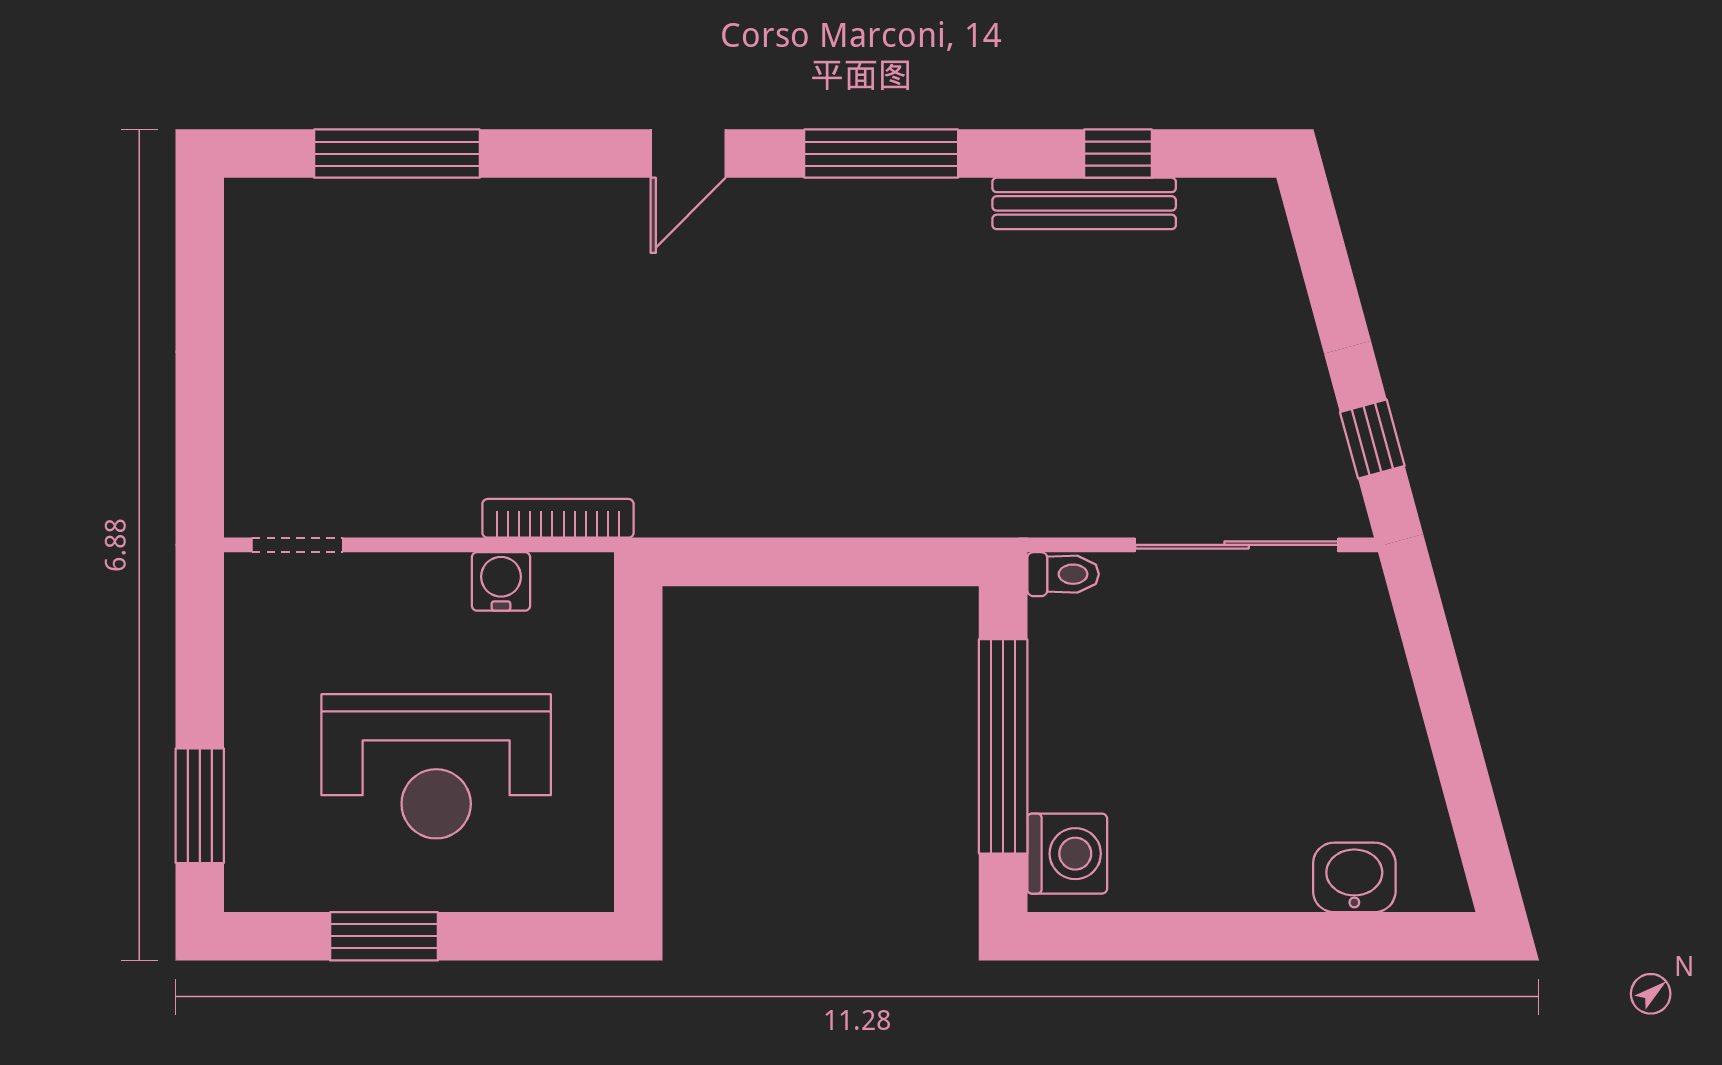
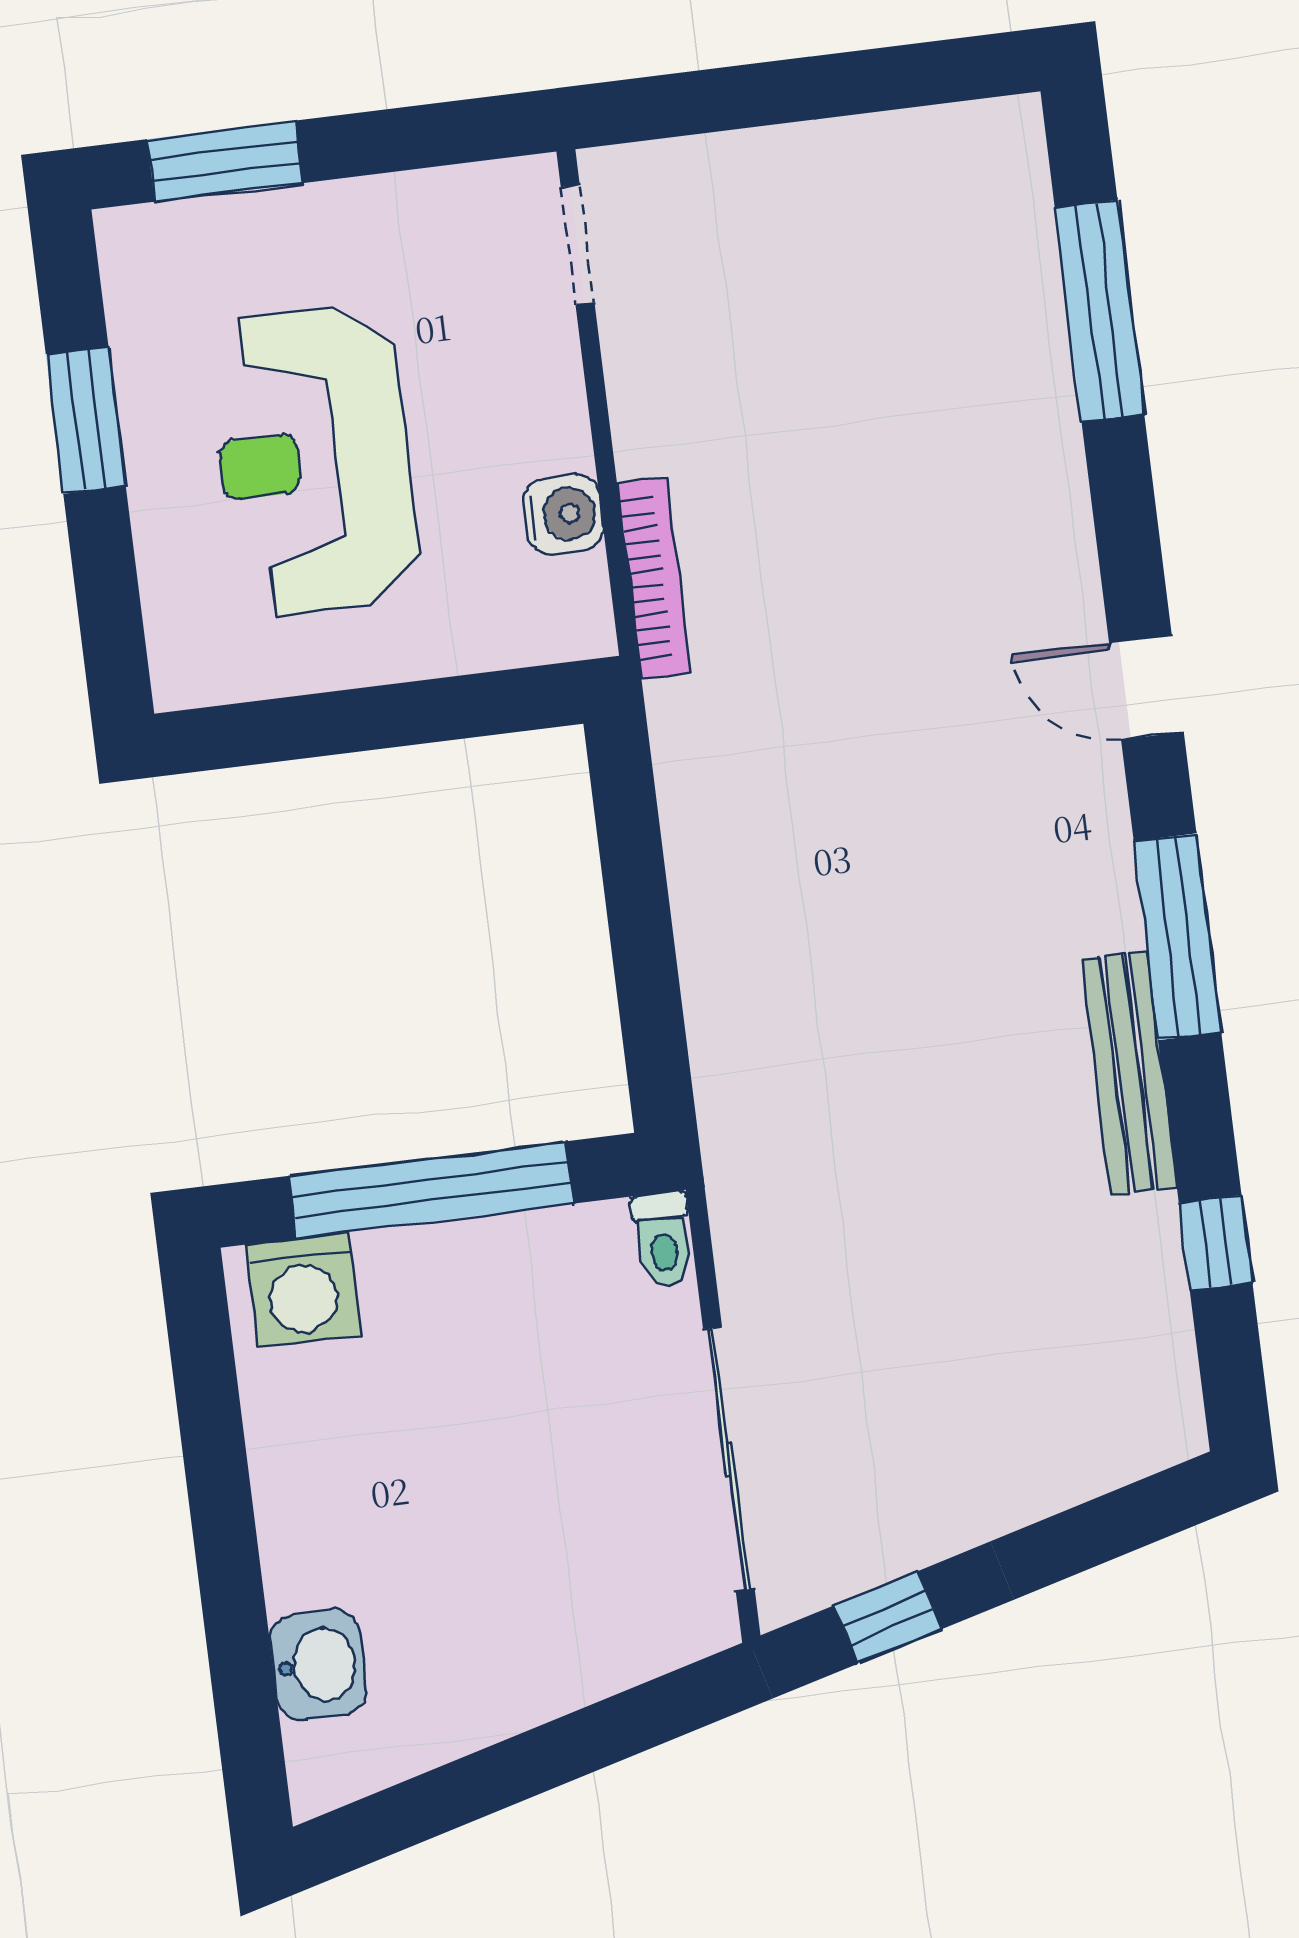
bench: (1084, 203) -> (1129, 1073), moved

